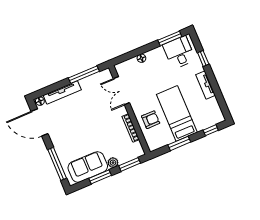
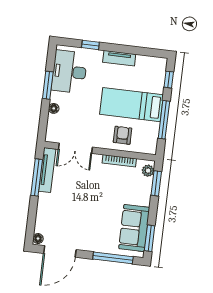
window: (170, 38) -> (48, 85), moved
desk: (179, 52) -> (69, 72), width x1.37
tv unit: (62, 93) -> (47, 170), moved
window: (179, 143) -> (164, 120), width x1.44
plant: (113, 163) -> (148, 171), moved
window: (100, 177) -> (150, 238), moved

